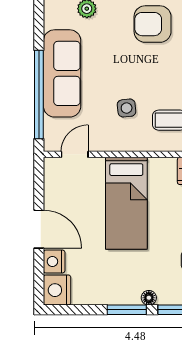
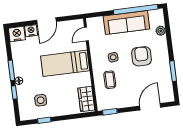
armchair: (153, 24) -> (142, 56), moved
window: (39, 95) -> (136, 9), moved
door: (75, 154) -> (86, 34), swing flipped

